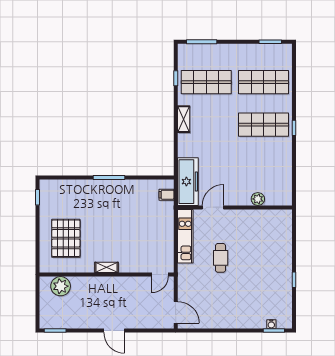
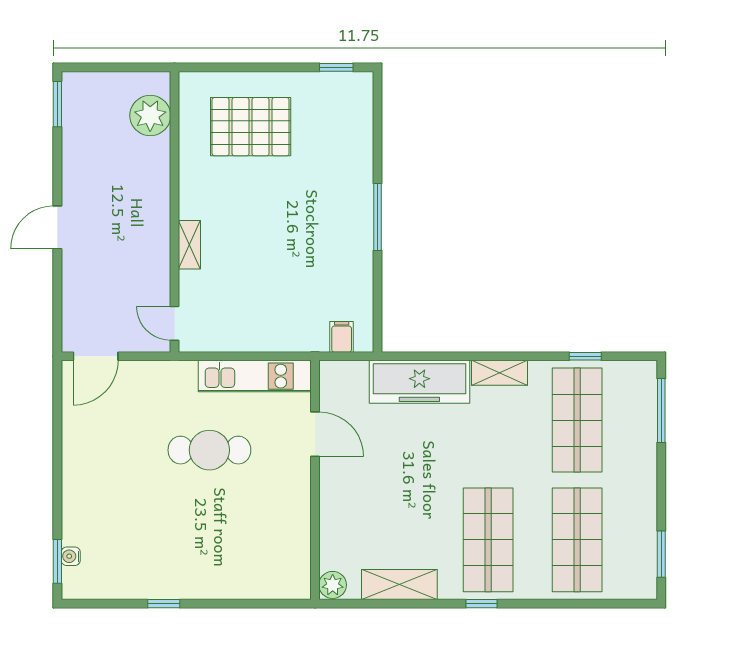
shelving: (285, 167) -> (399, 585), added
freezer: (188, 182) -> (419, 382), moved
plant: (258, 199) -> (333, 585), moved
cafe table: (221, 258) -> (209, 450), width x1.37, depth x1.35
shelving: (107, 267) -> (189, 245), moved

